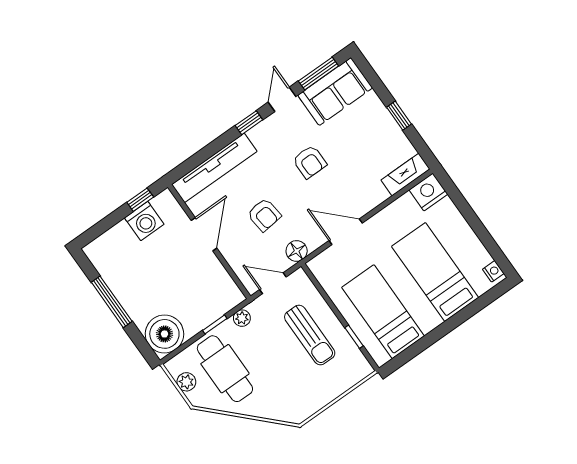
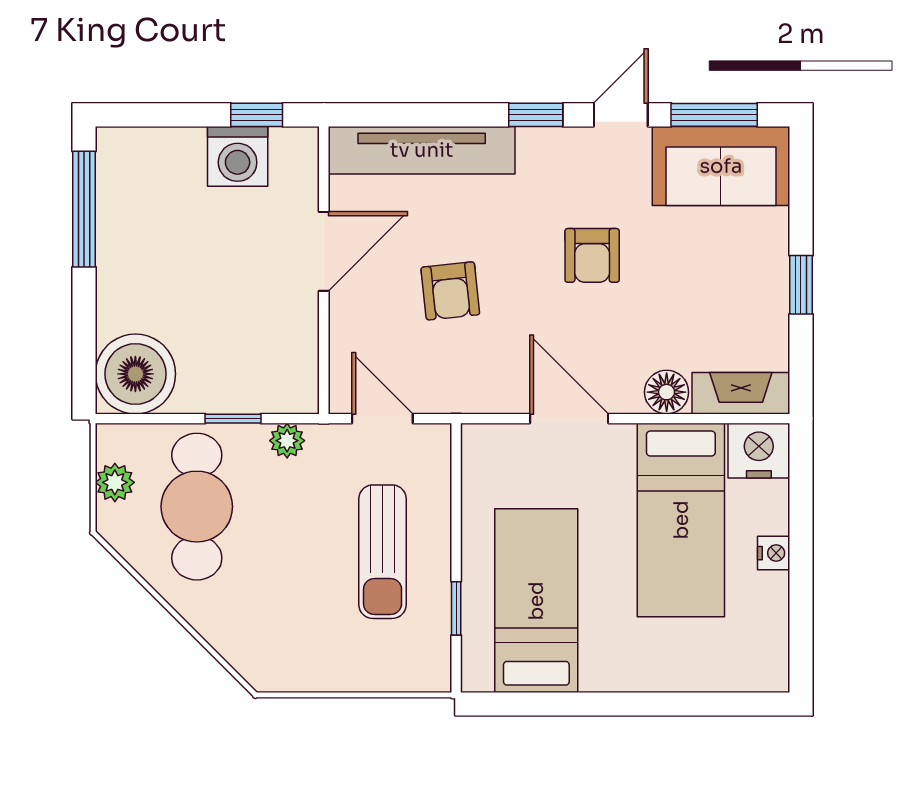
floor lamp: (297, 251) -> (667, 392), moved
nightstand: (493, 271) -> (774, 553), moved
bed: (435, 272) -> (681, 520), moved, turned 180
window: (112, 302) -> (84, 209), moved

